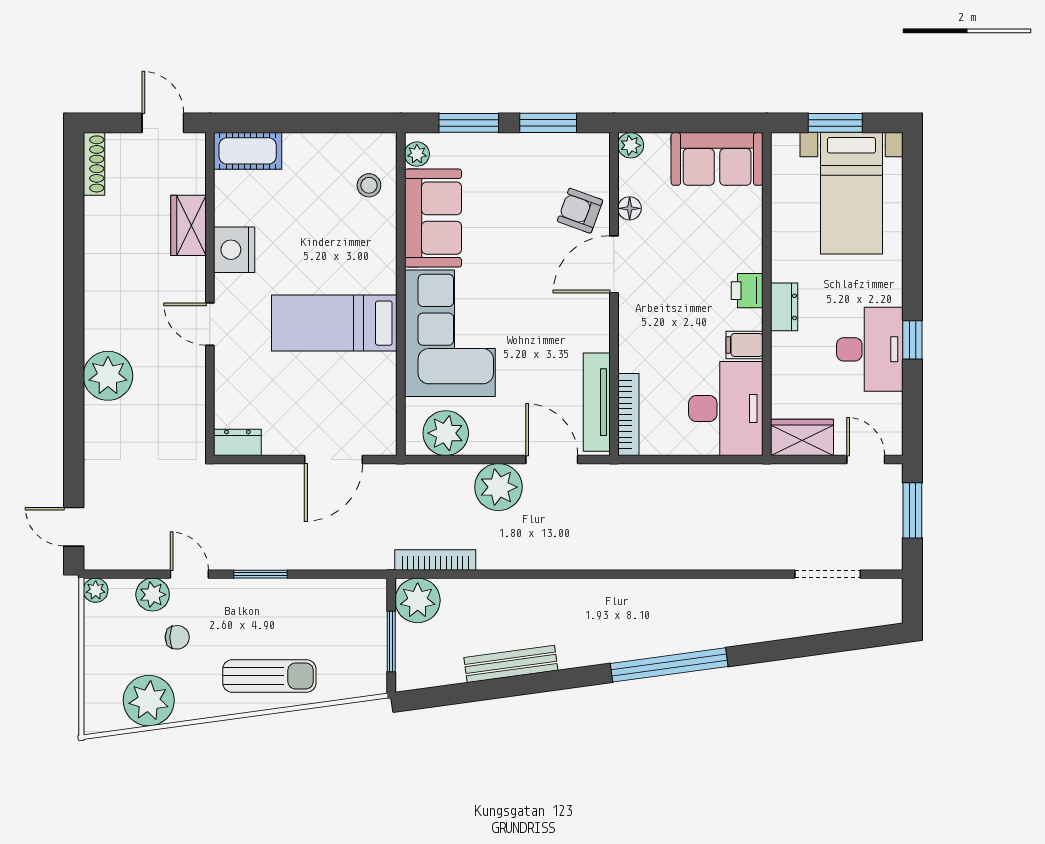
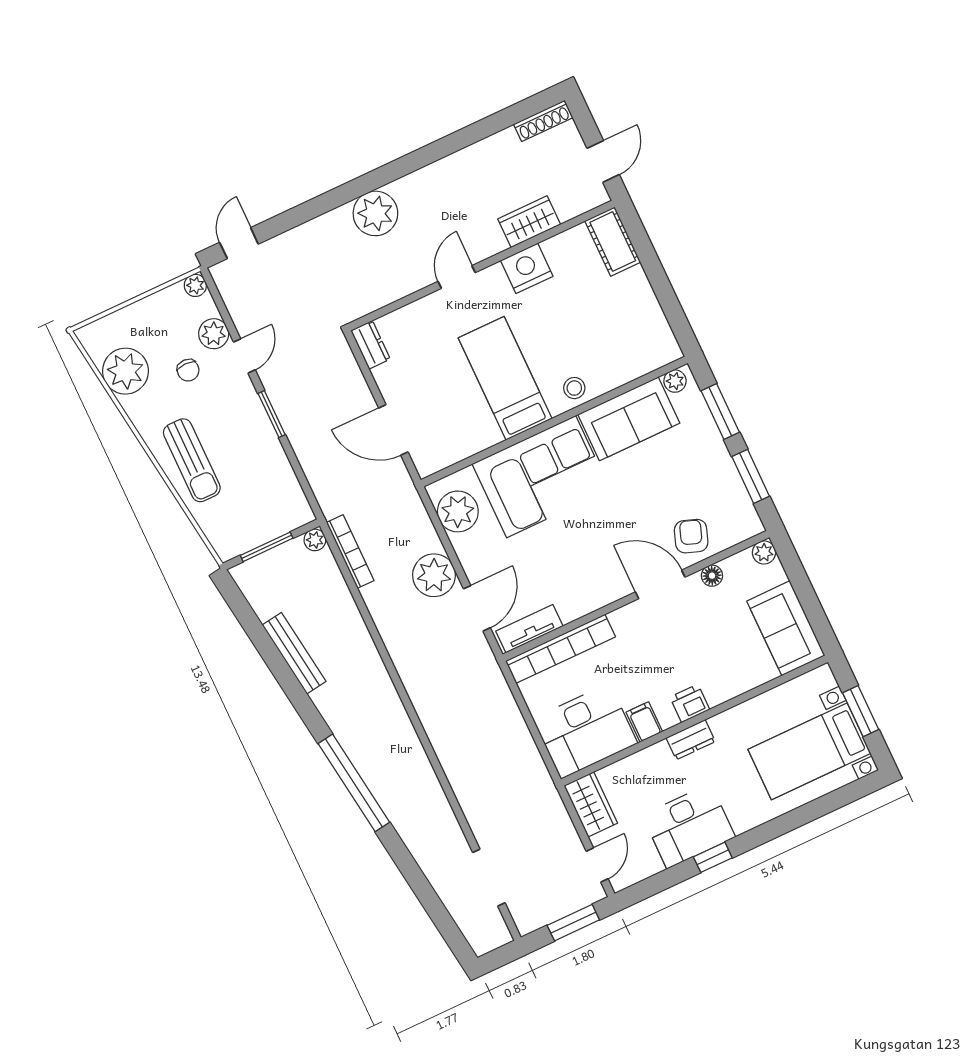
stool: (369, 185) -> (574, 388), moved
tv unit: (597, 402) -> (529, 629), width x0.71
bookcase: (628, 415) -> (560, 649), width x1.48, depth x1.31
plant: (418, 600) -> (315, 540), width x0.53, depth x0.53

